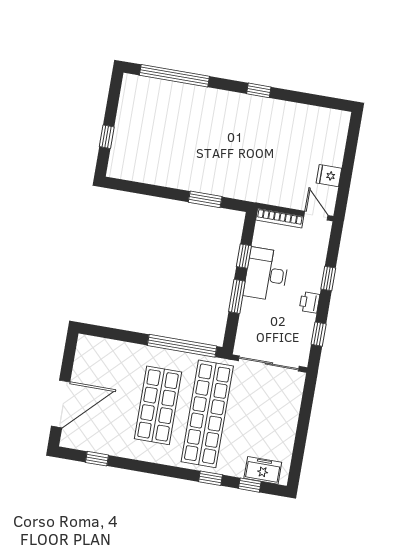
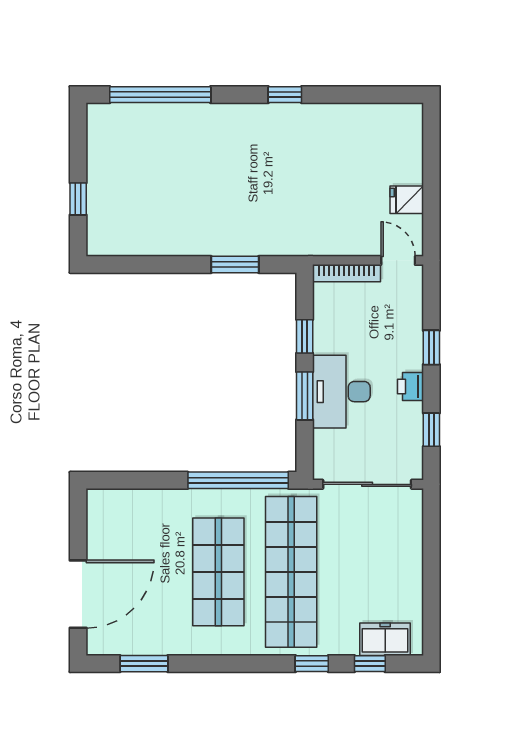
desk: (266, 274) -> (341, 392), moved
window: (97, 459) -> (144, 664), width x1.50

